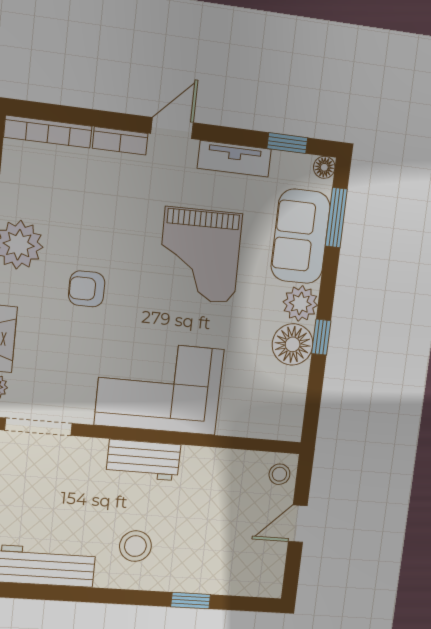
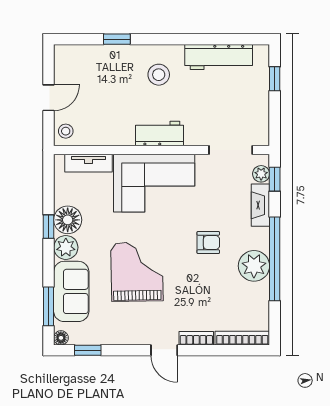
door: (172, 128) -> (164, 350), hinge flipped
tv unit: (234, 159) -> (89, 163), moved, turned 180

